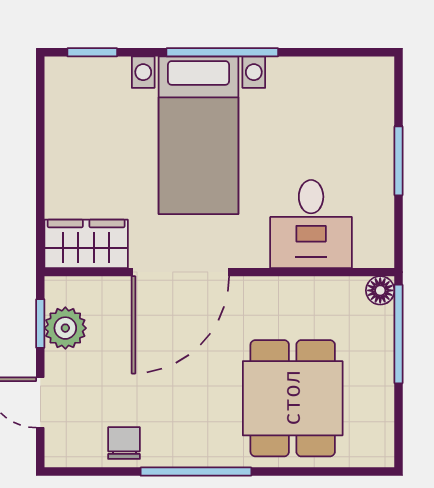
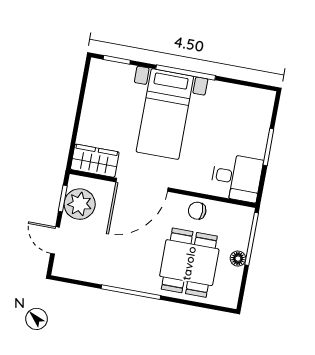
desk: (311, 224) -> (237, 178), moved, turned -90
floor lamp: (380, 290) -> (238, 259), moved
plant: (65, 328) -> (80, 204), width x1.36, depth x1.36
chair: (124, 443) -> (197, 211), moved, turned -90

